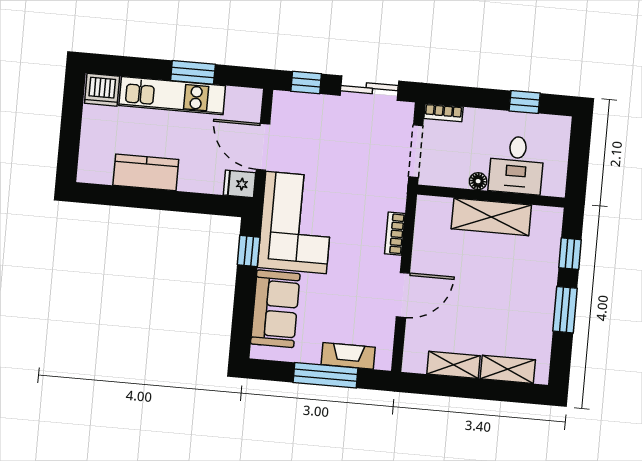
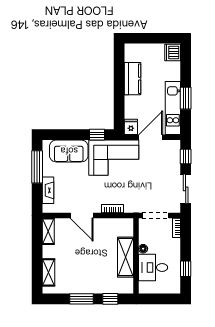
kitchen unit: (172, 96) -> (173, 108), moved
shelving: (454, 365) -> (48, 231), moved
window: (326, 375) -> (37, 167), moved

